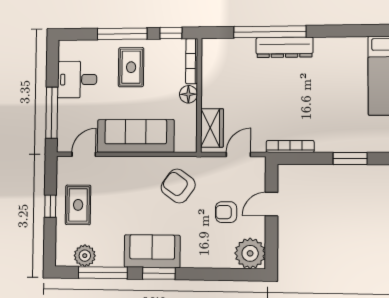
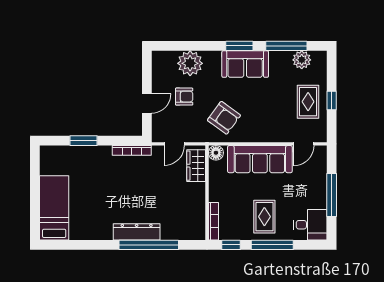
desk: (77, 80) -> (310, 225), moved
floor lamp: (188, 94) -> (216, 153), moved
window: (52, 113) -> (332, 195), moved
plant: (250, 253) -> (190, 63), moved

